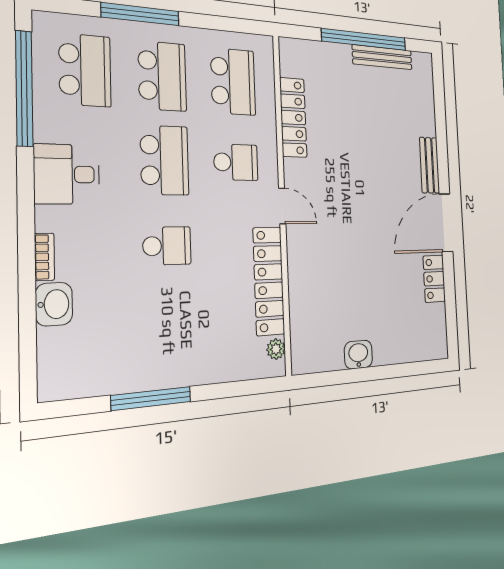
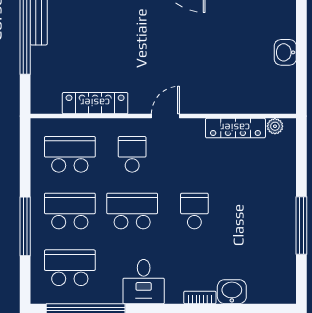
locker: (269, 281) -> (235, 128), width x0.71, depth x0.83

